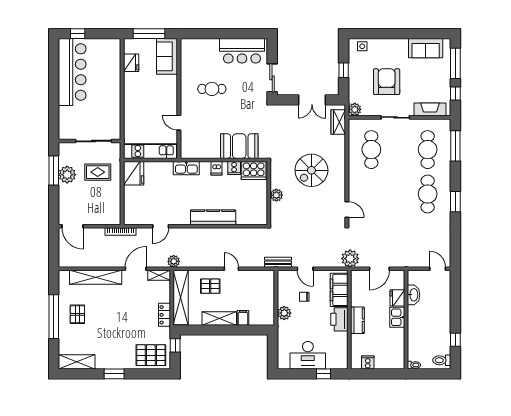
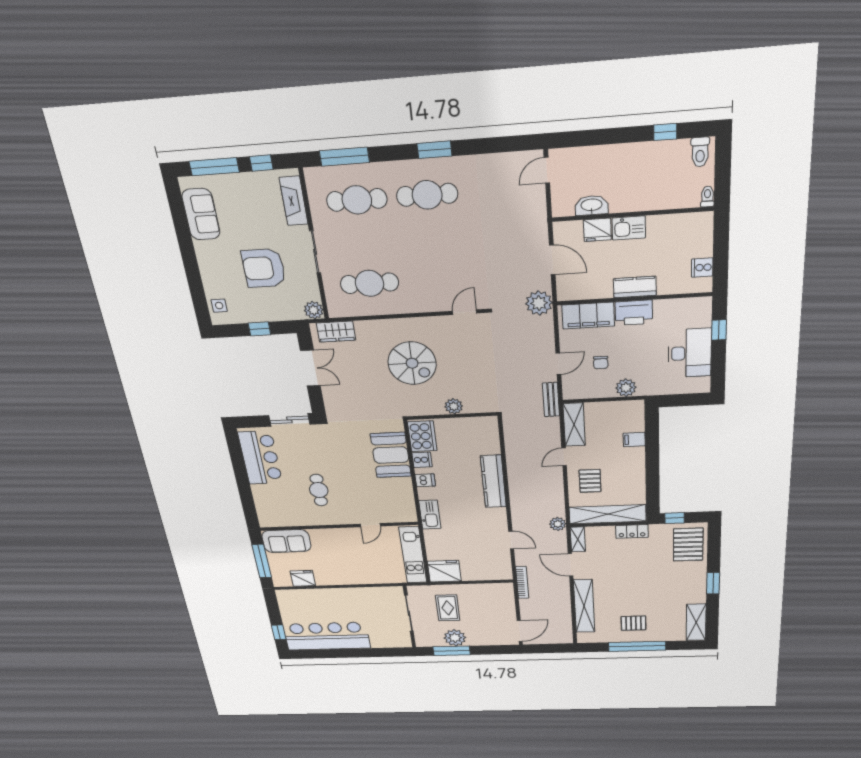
shelving: (219, 318) -> (574, 425), moved

